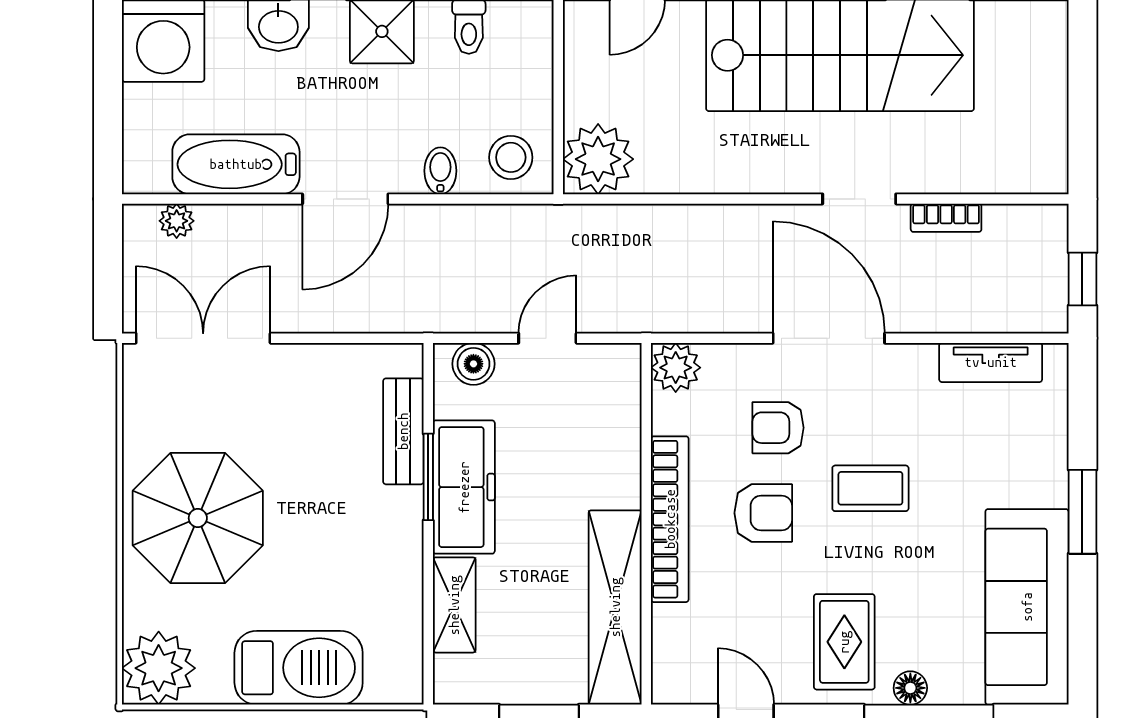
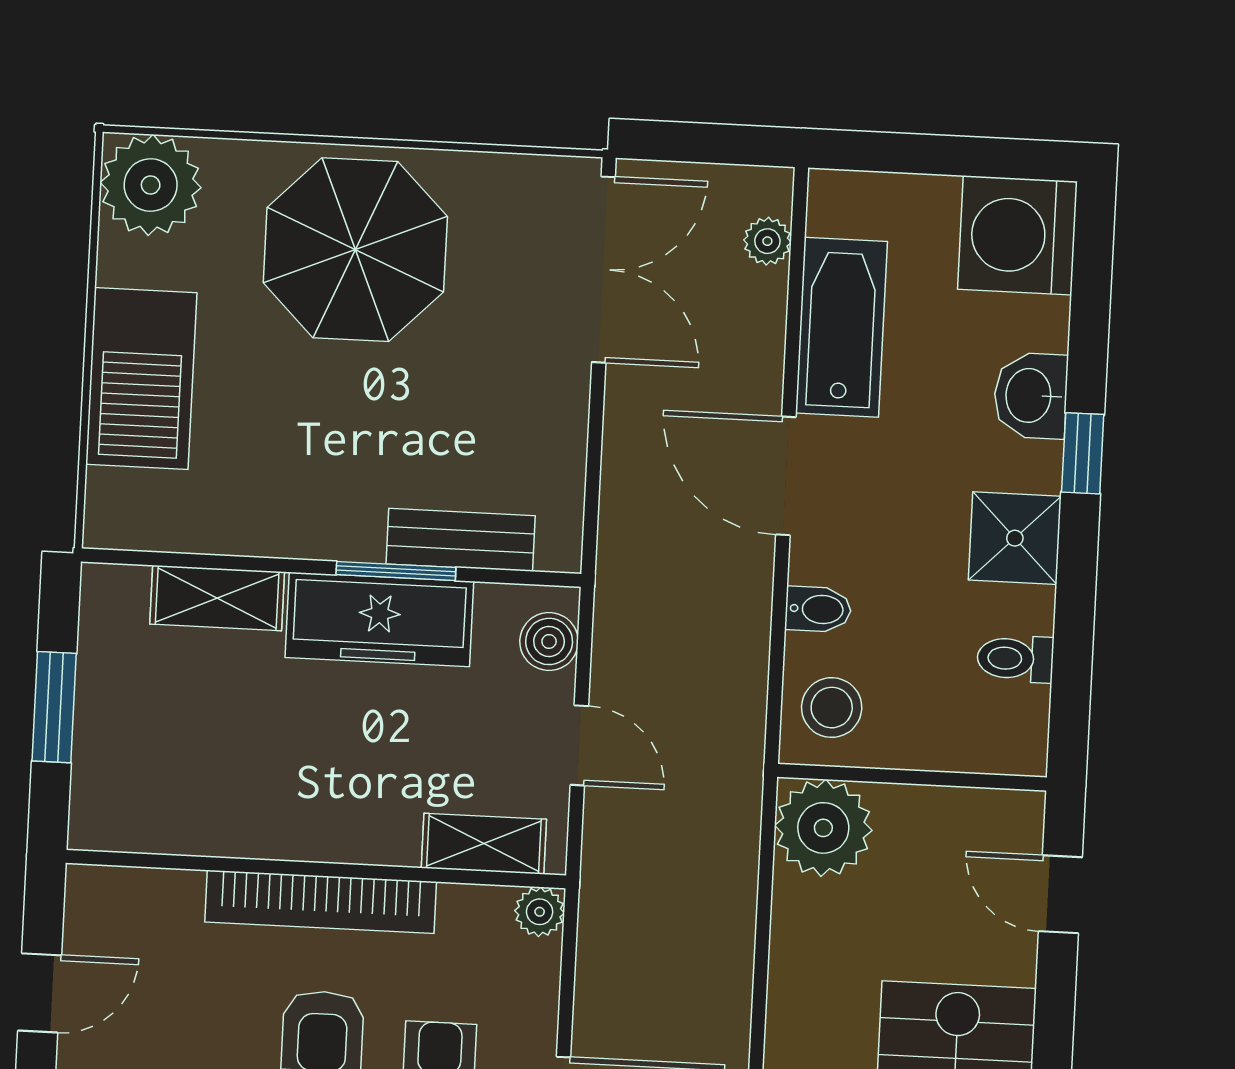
plant: (676, 368) -> (540, 912), width x0.73, depth x0.73
shelving: (615, 607) -> (484, 844), moved, width x0.45, depth x0.75

